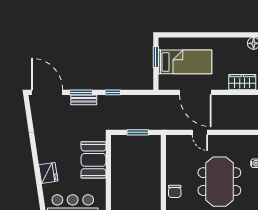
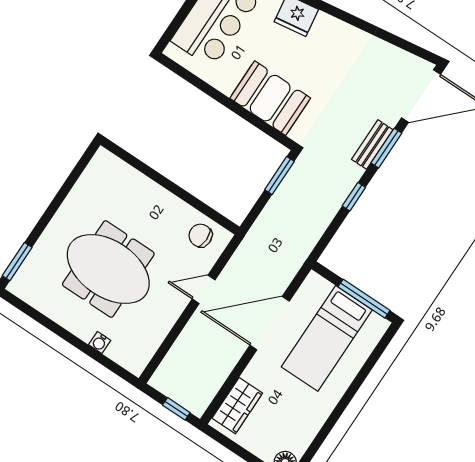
window: (156, 57) -> (364, 299), width x1.44
window: (138, 132) -> (279, 175), moved
chair: (175, 191) -> (200, 236), moved

